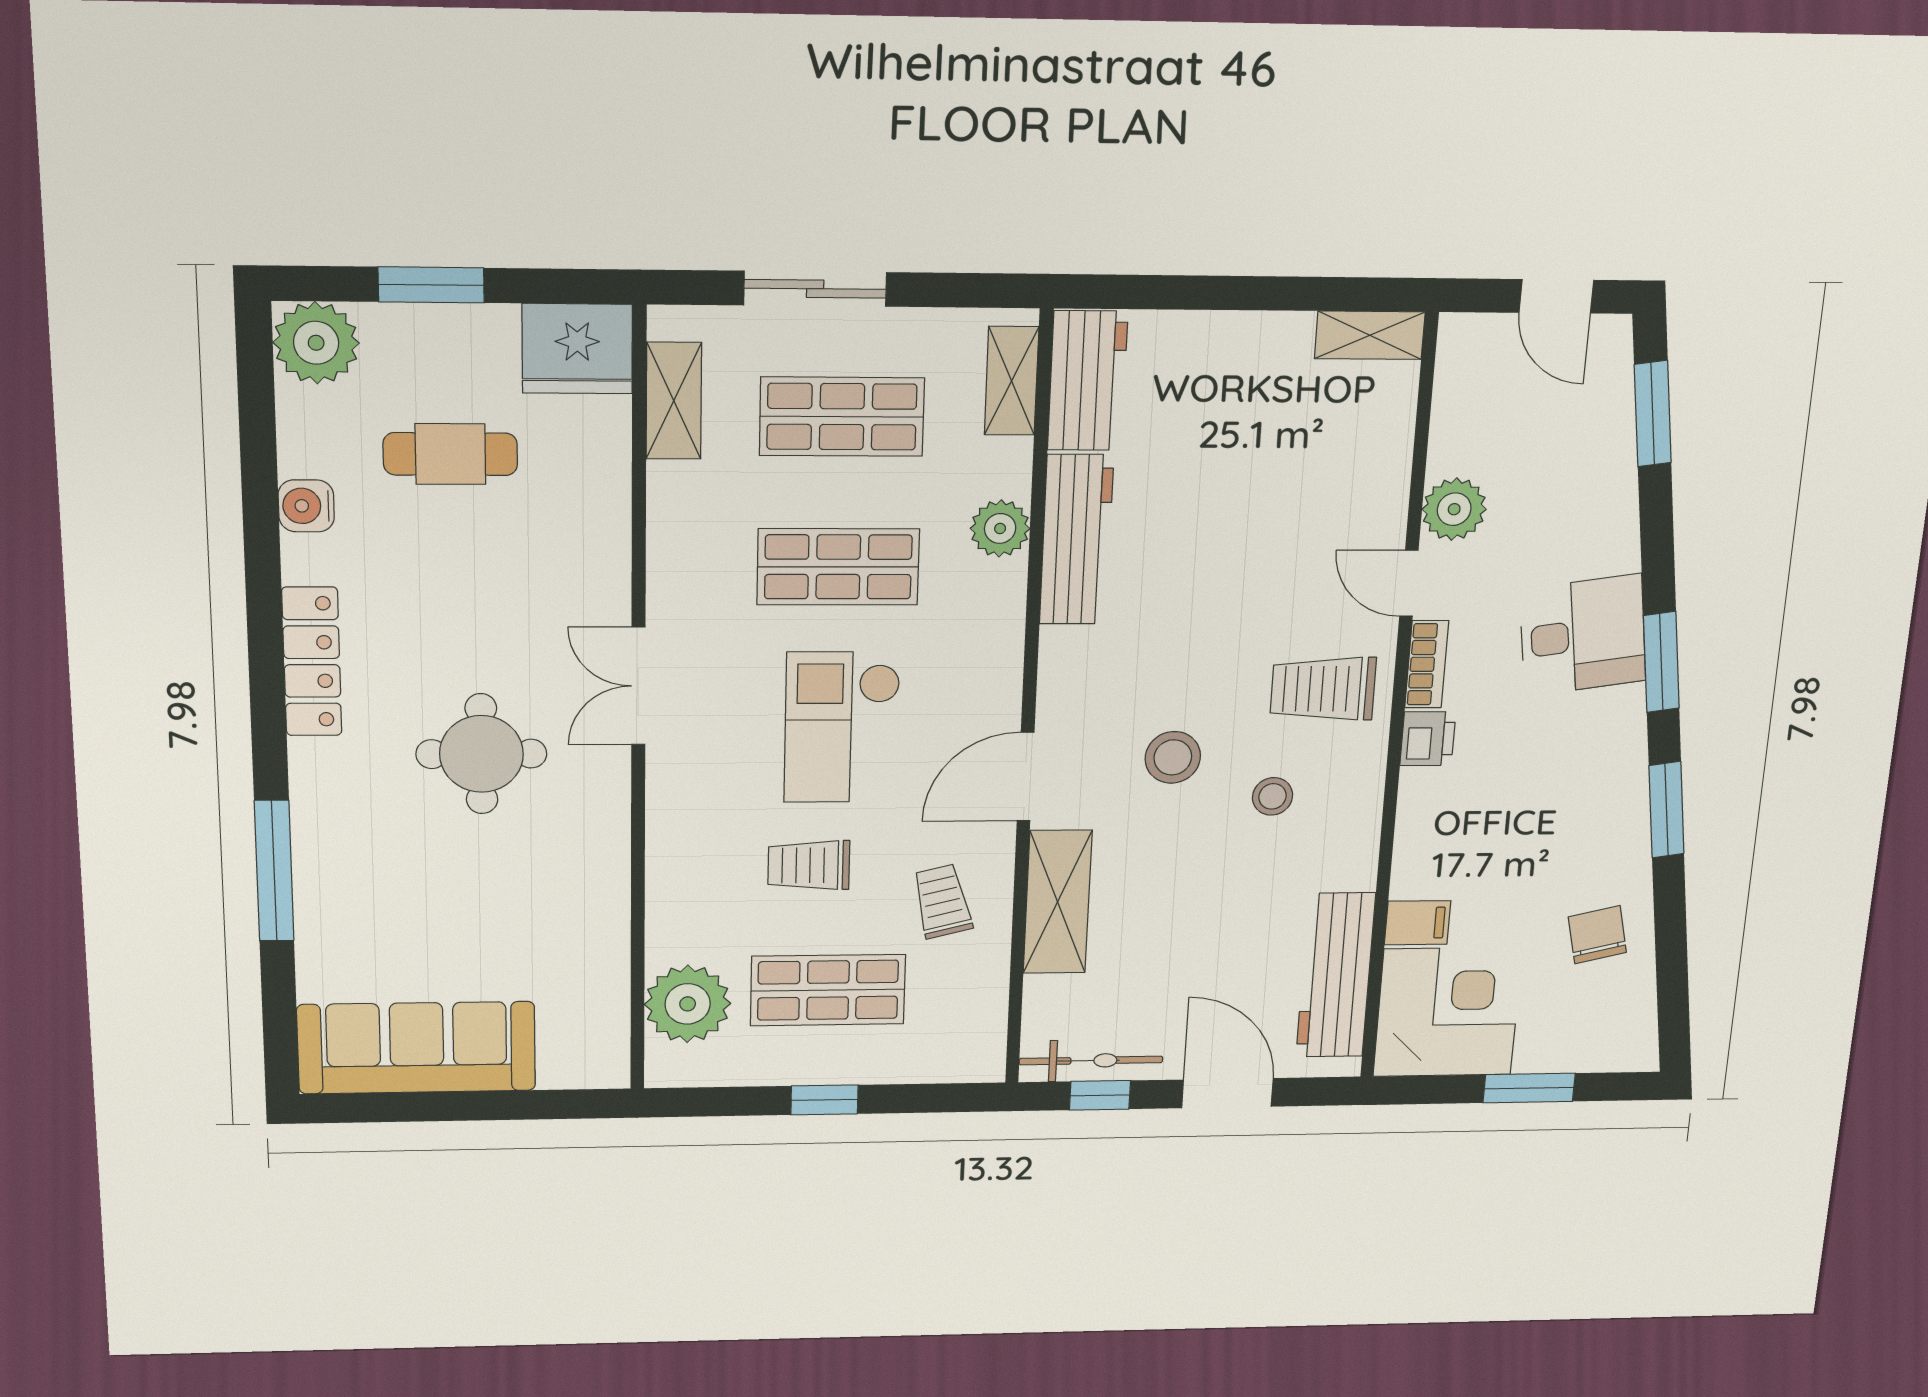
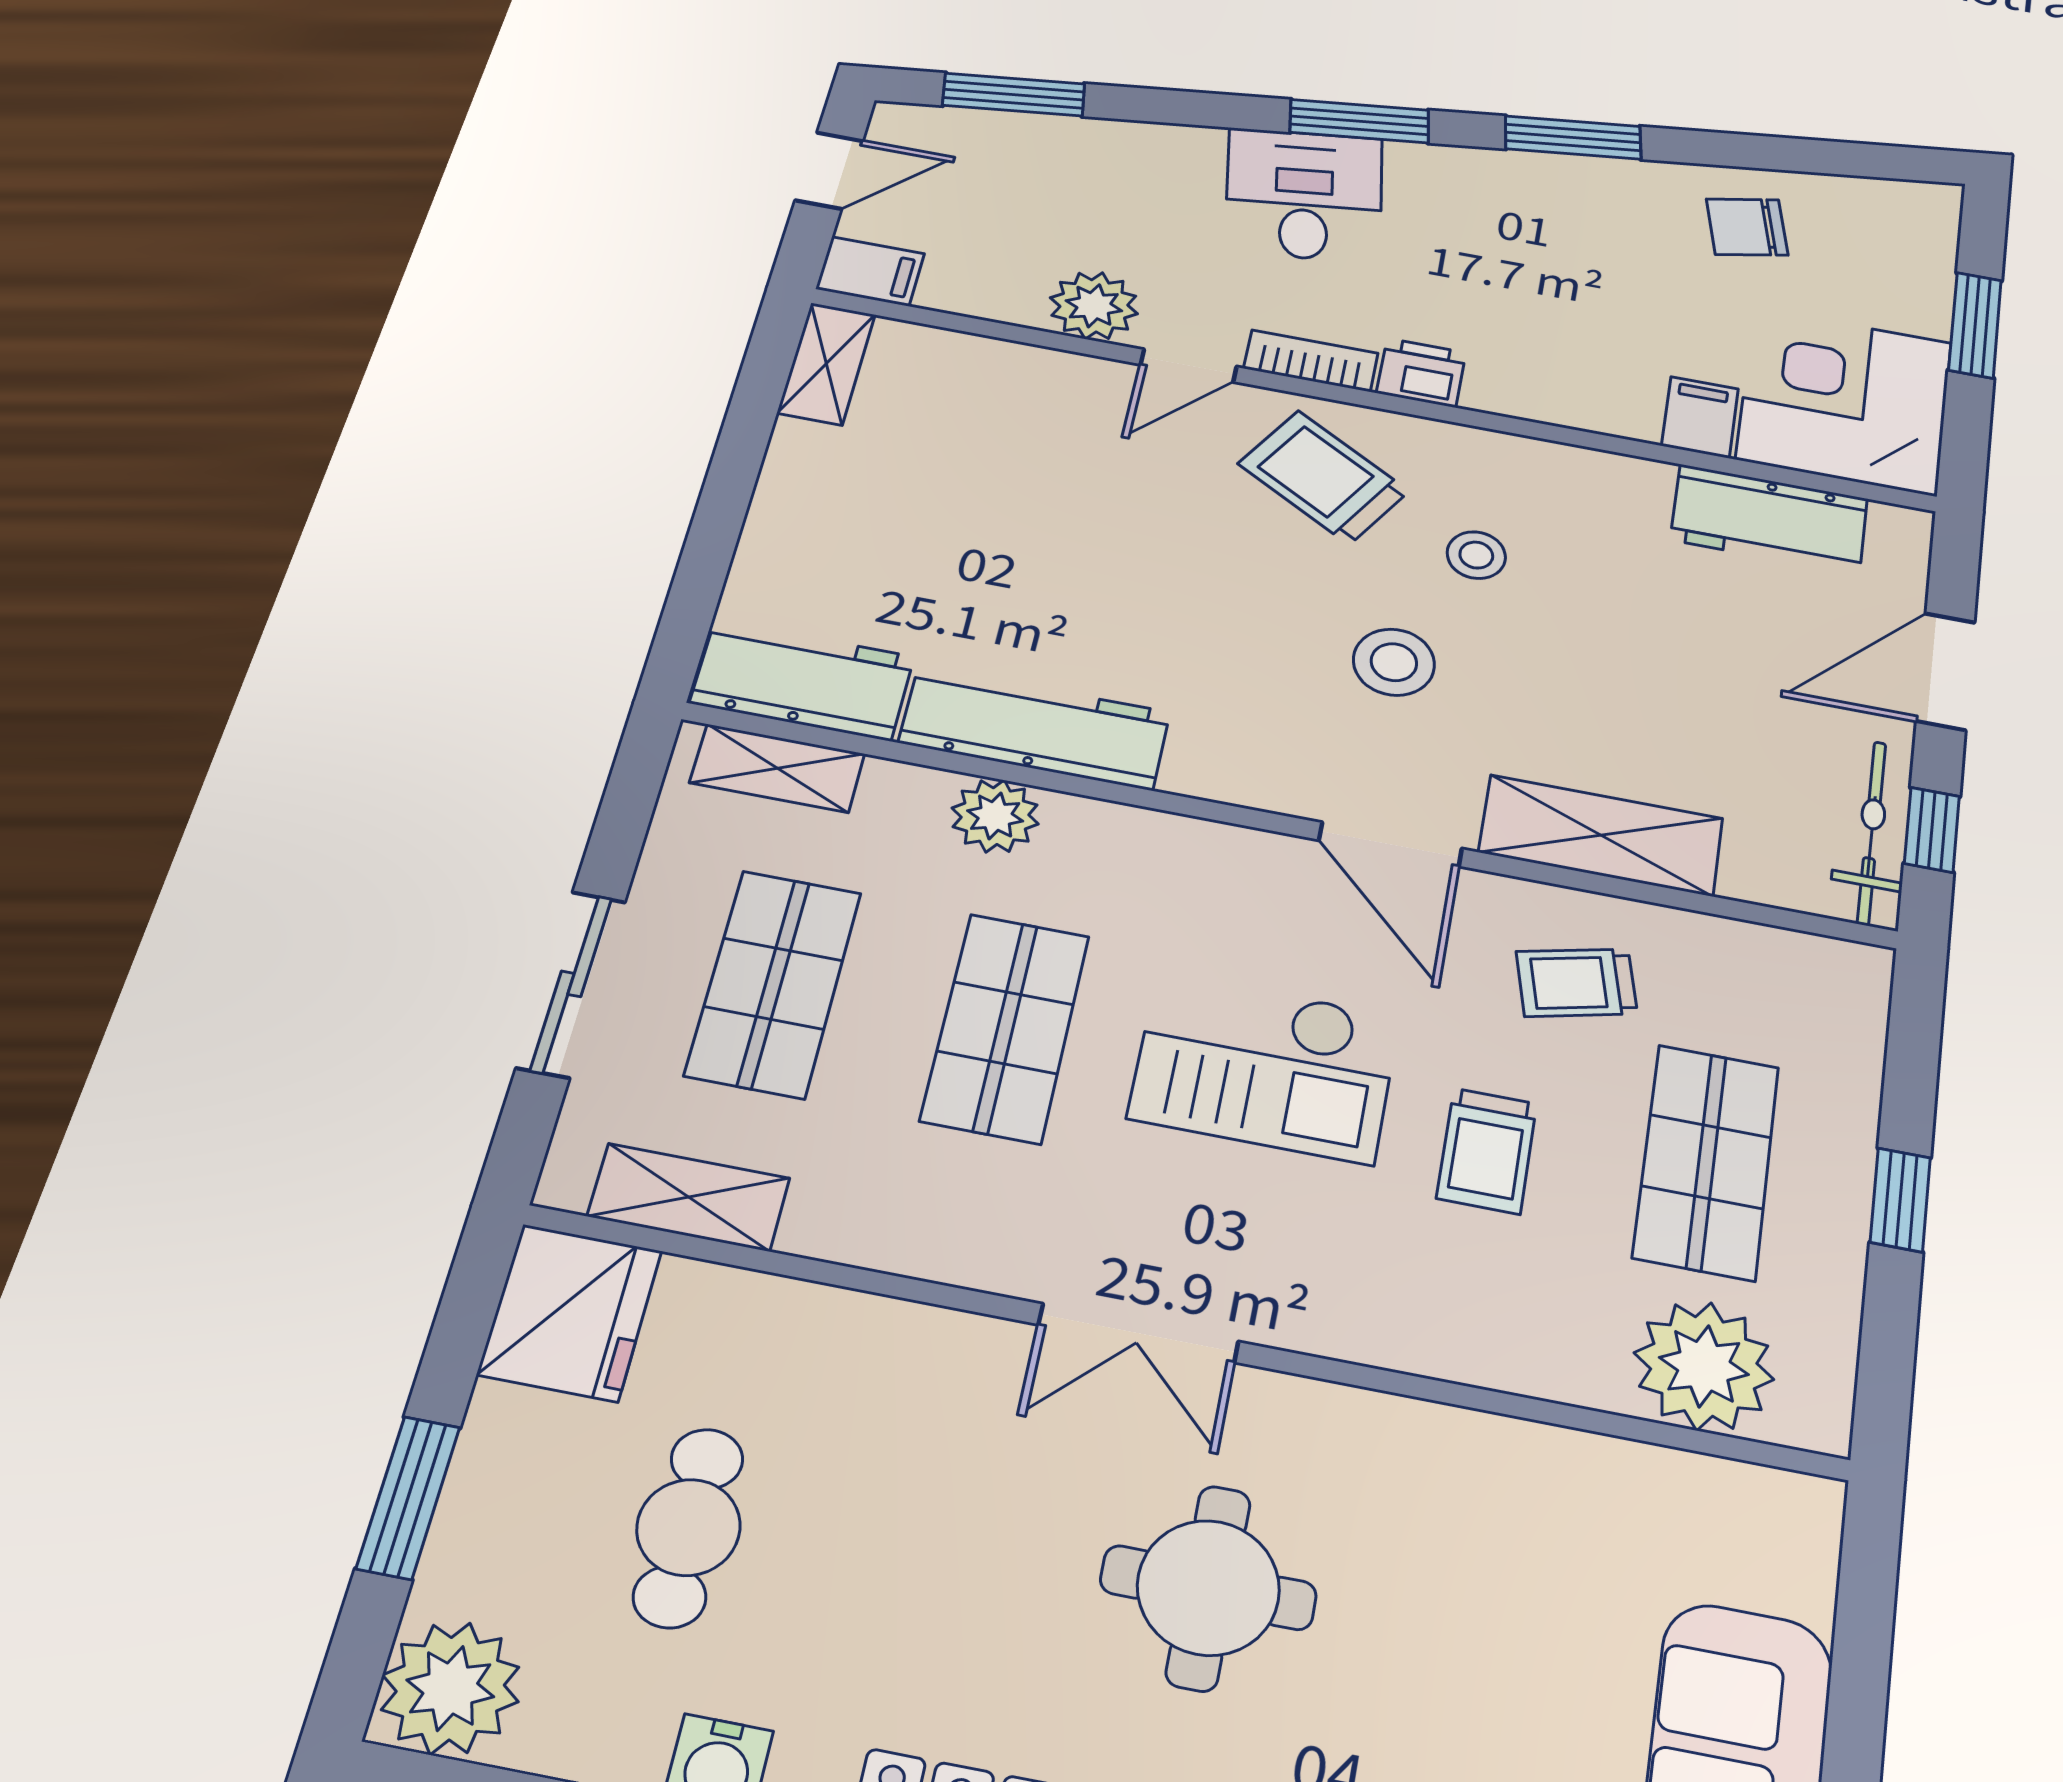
filing cabinet: (1462, 347) -> (870, 271), added
trolley: (1323, 689) -> (1323, 477), turned 121
workbench: (1336, 975) -> (1769, 519), width x0.73

